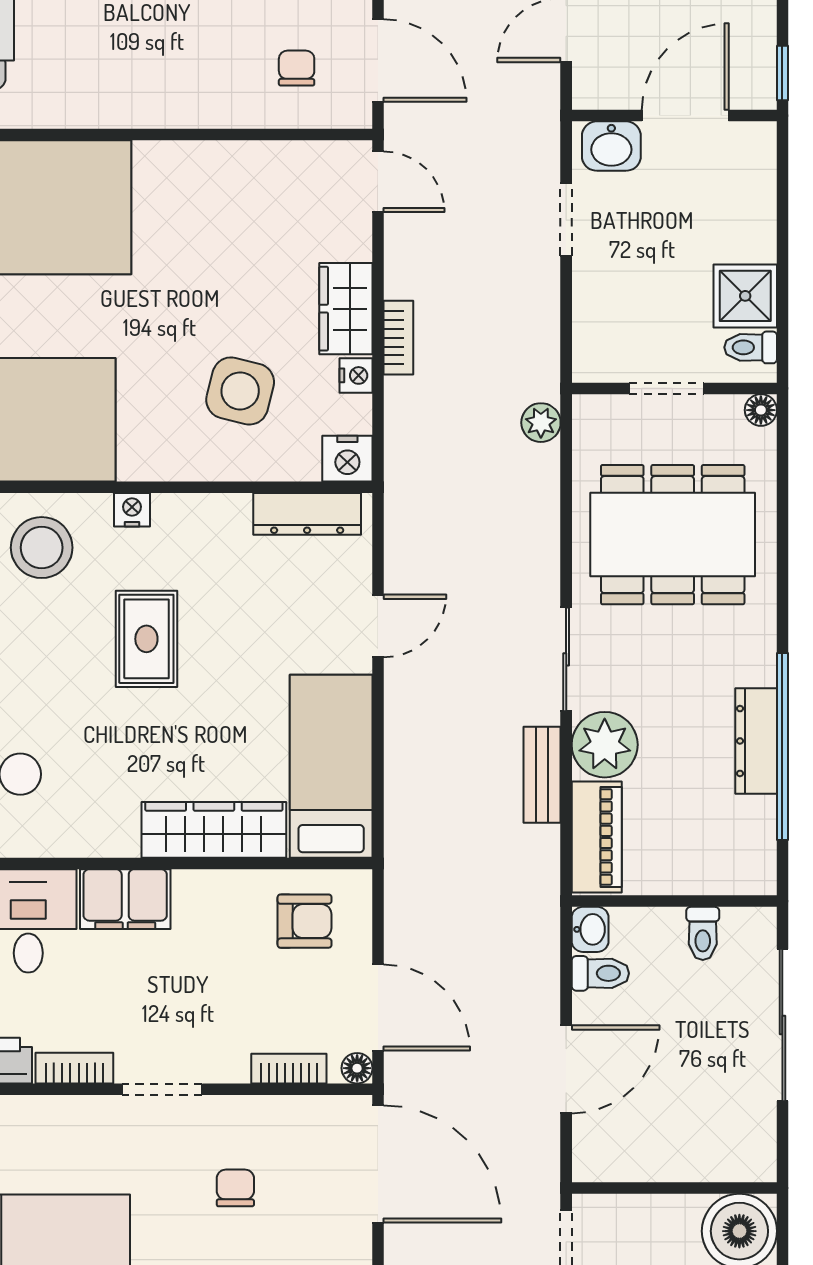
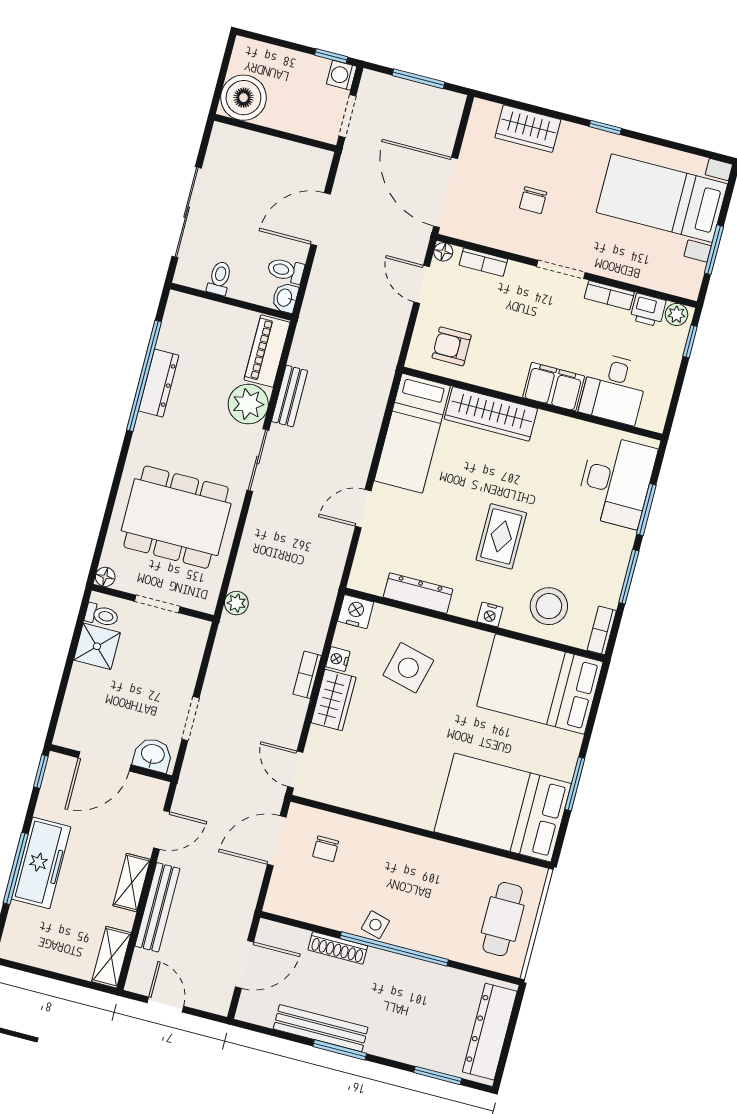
door: (378, 61) -> (277, 841), hinge flipped
dresser: (307, 514) -> (418, 593), moved
door: (378, 1008) -> (422, 284), width x0.73

